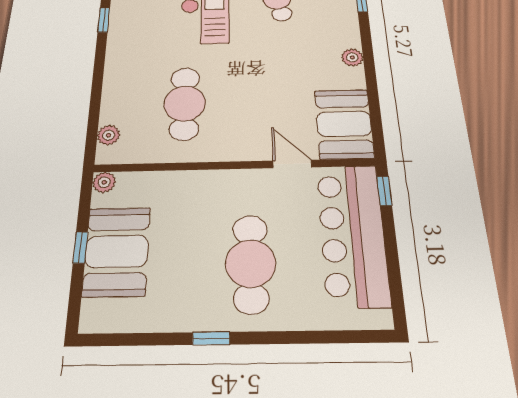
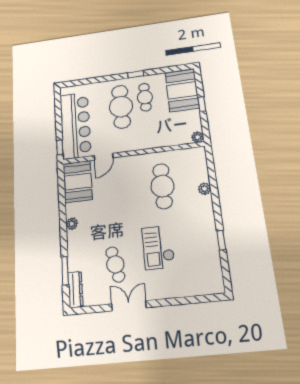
plant: (109, 135) -> (204, 189), moved
door: (292, 164) -> (104, 157), hinge flipped
booth: (117, 251) -> (182, 90), moved
cafe table: (196, 279) -> (145, 97), added

